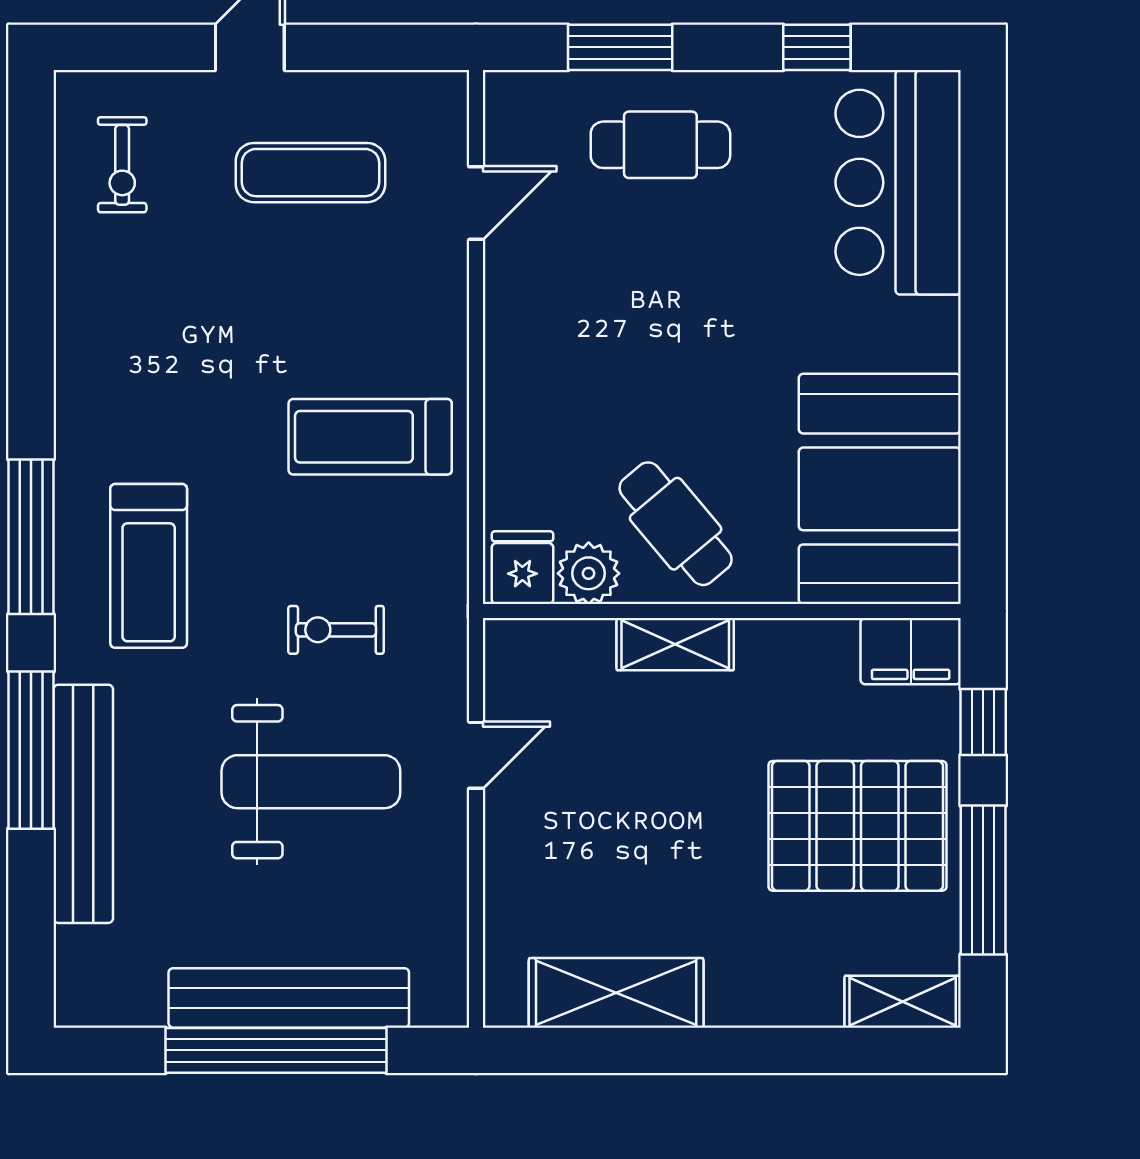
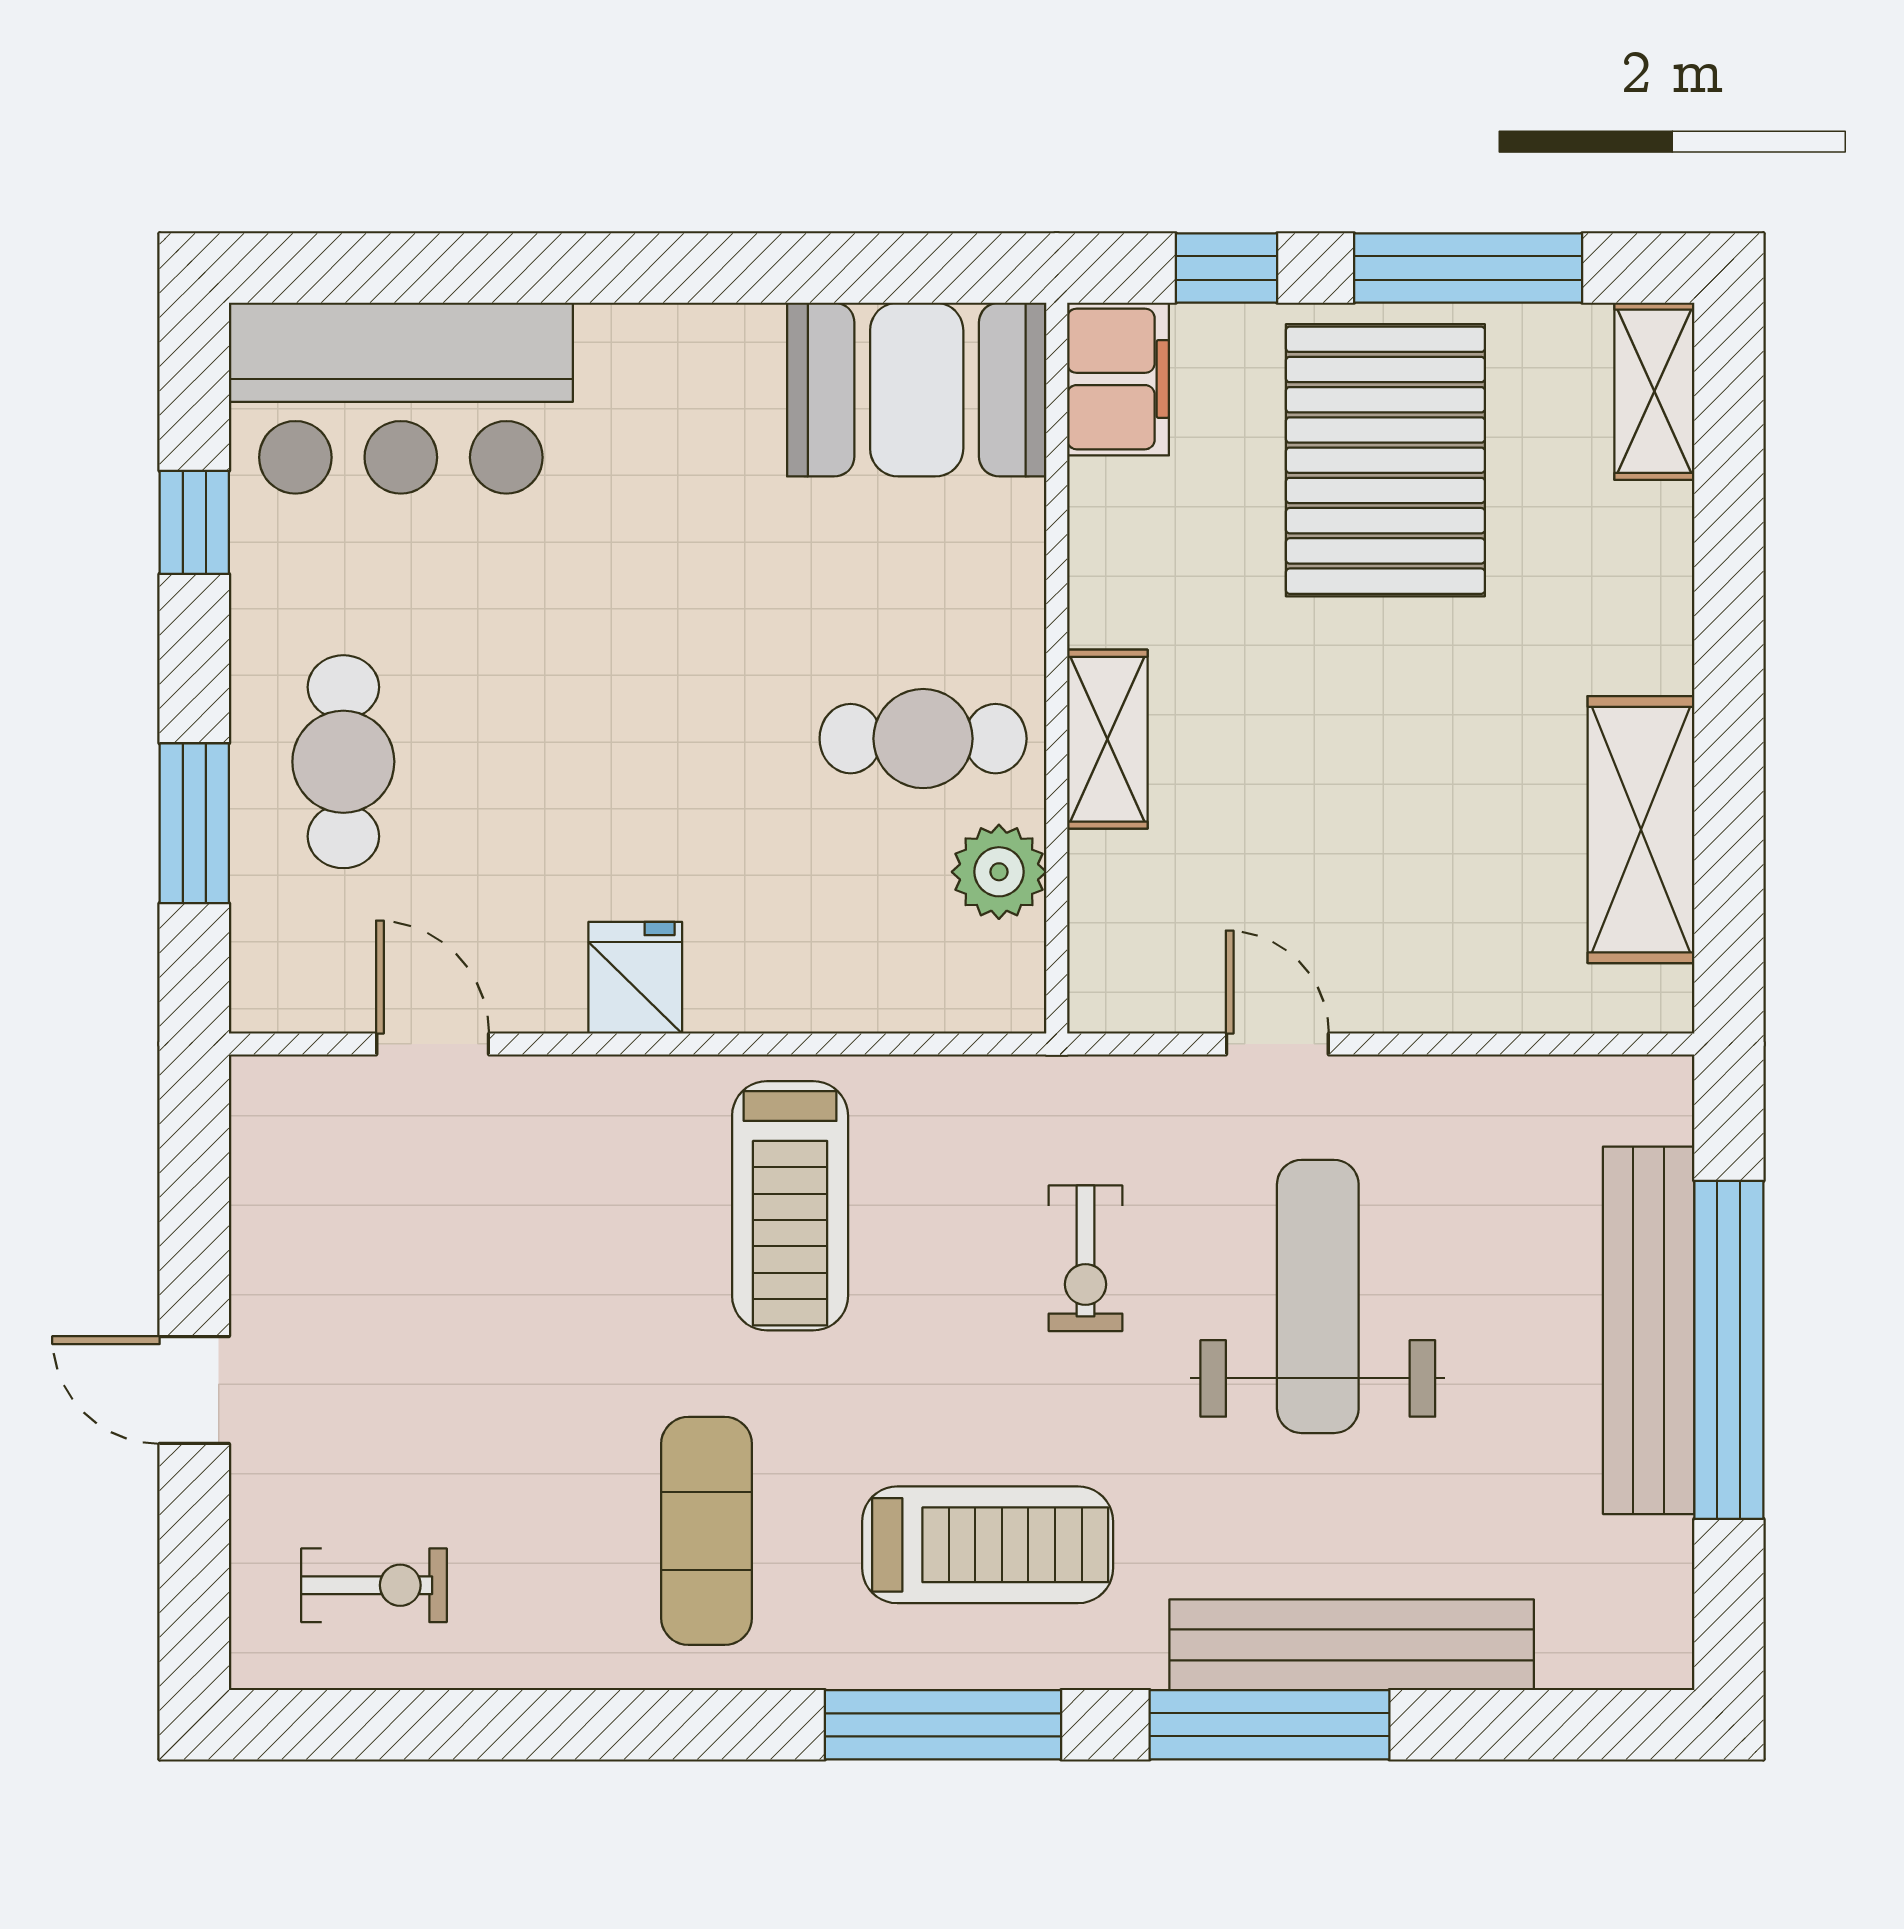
exercise mat: (311, 173) -> (707, 1531), moved
booth: (880, 489) -> (917, 389), width x0.73, depth x0.70
cafe table: (676, 524) -> (923, 739), turned 40
fridge: (522, 568) -> (635, 978), moved, turned 90

